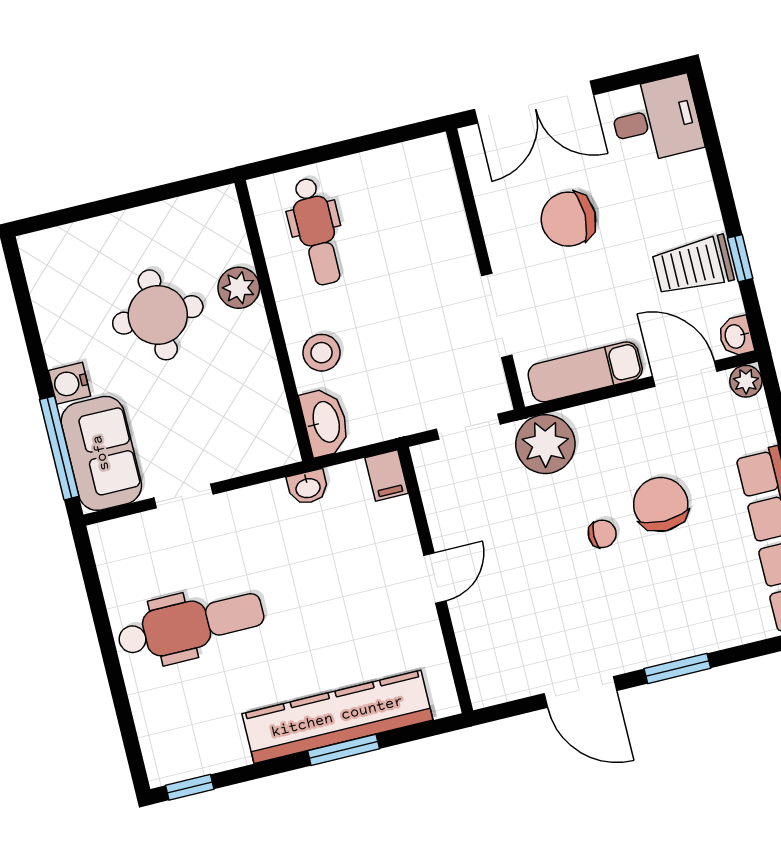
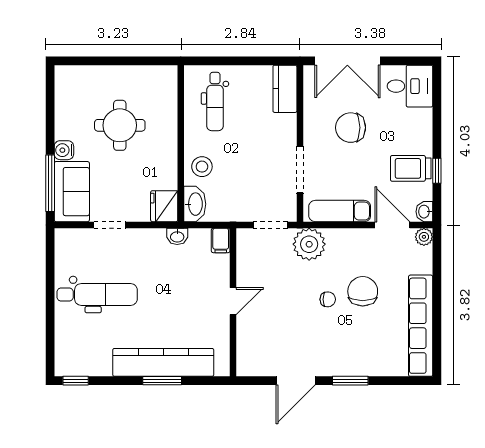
kitchen counter: (435, 179) -> (285, 89), added
plant: (239, 288) -> (166, 121), removed
fridge: (272, 439) -> (164, 206), added
door: (580, 692) -> (296, 381), hinge flipped

